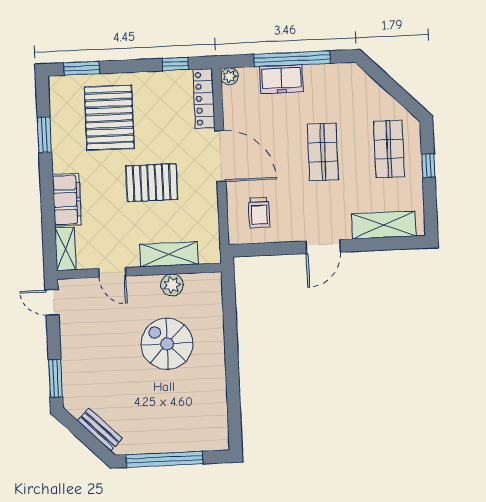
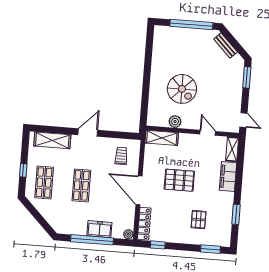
pallet: (109, 118) -> (199, 220), width x0.49, depth x0.50
shelving: (169, 254) -> (162, 138), moved

